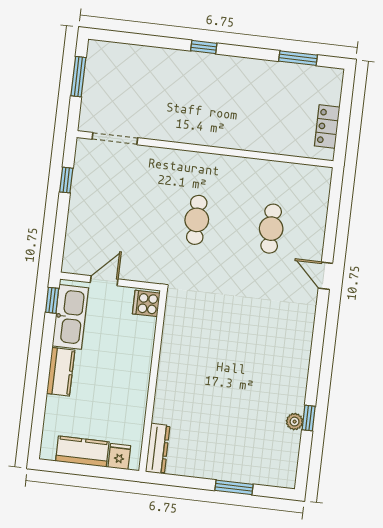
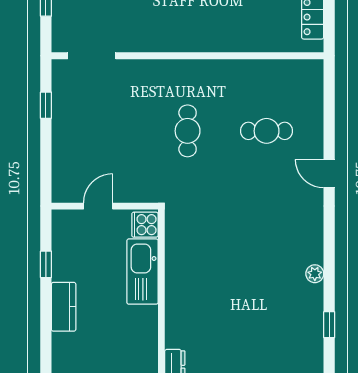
cafe table: (271, 229) -> (267, 131), turned 90
window: (52, 300) -> (46, 264), moved
kitchen sink: (70, 317) -> (142, 272), moved, turned 180
plant: (295, 422) -> (315, 274), moved

